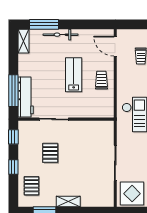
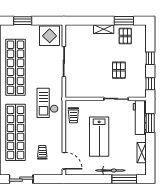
shelving: (23, 41) -> (142, 153), moved
lab bench: (74, 75) -> (99, 137), width x1.36, depth x1.39
trolley: (101, 80) -> (73, 115), moved
window: (13, 91) -> (150, 123), width x0.69
pallet: (32, 186) -> (125, 36), moved

